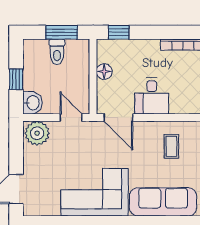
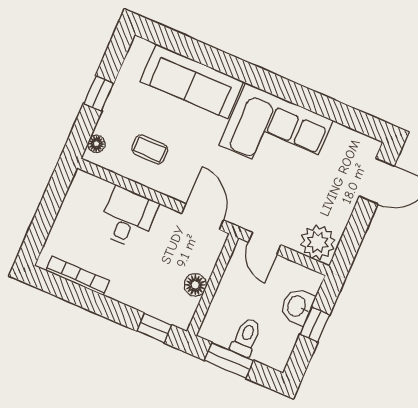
desk: (152, 96) -> (128, 218), moved
washbasin: (32, 103) -> (297, 306), moved
coffee table: (171, 146) -> (150, 149), turned 90

